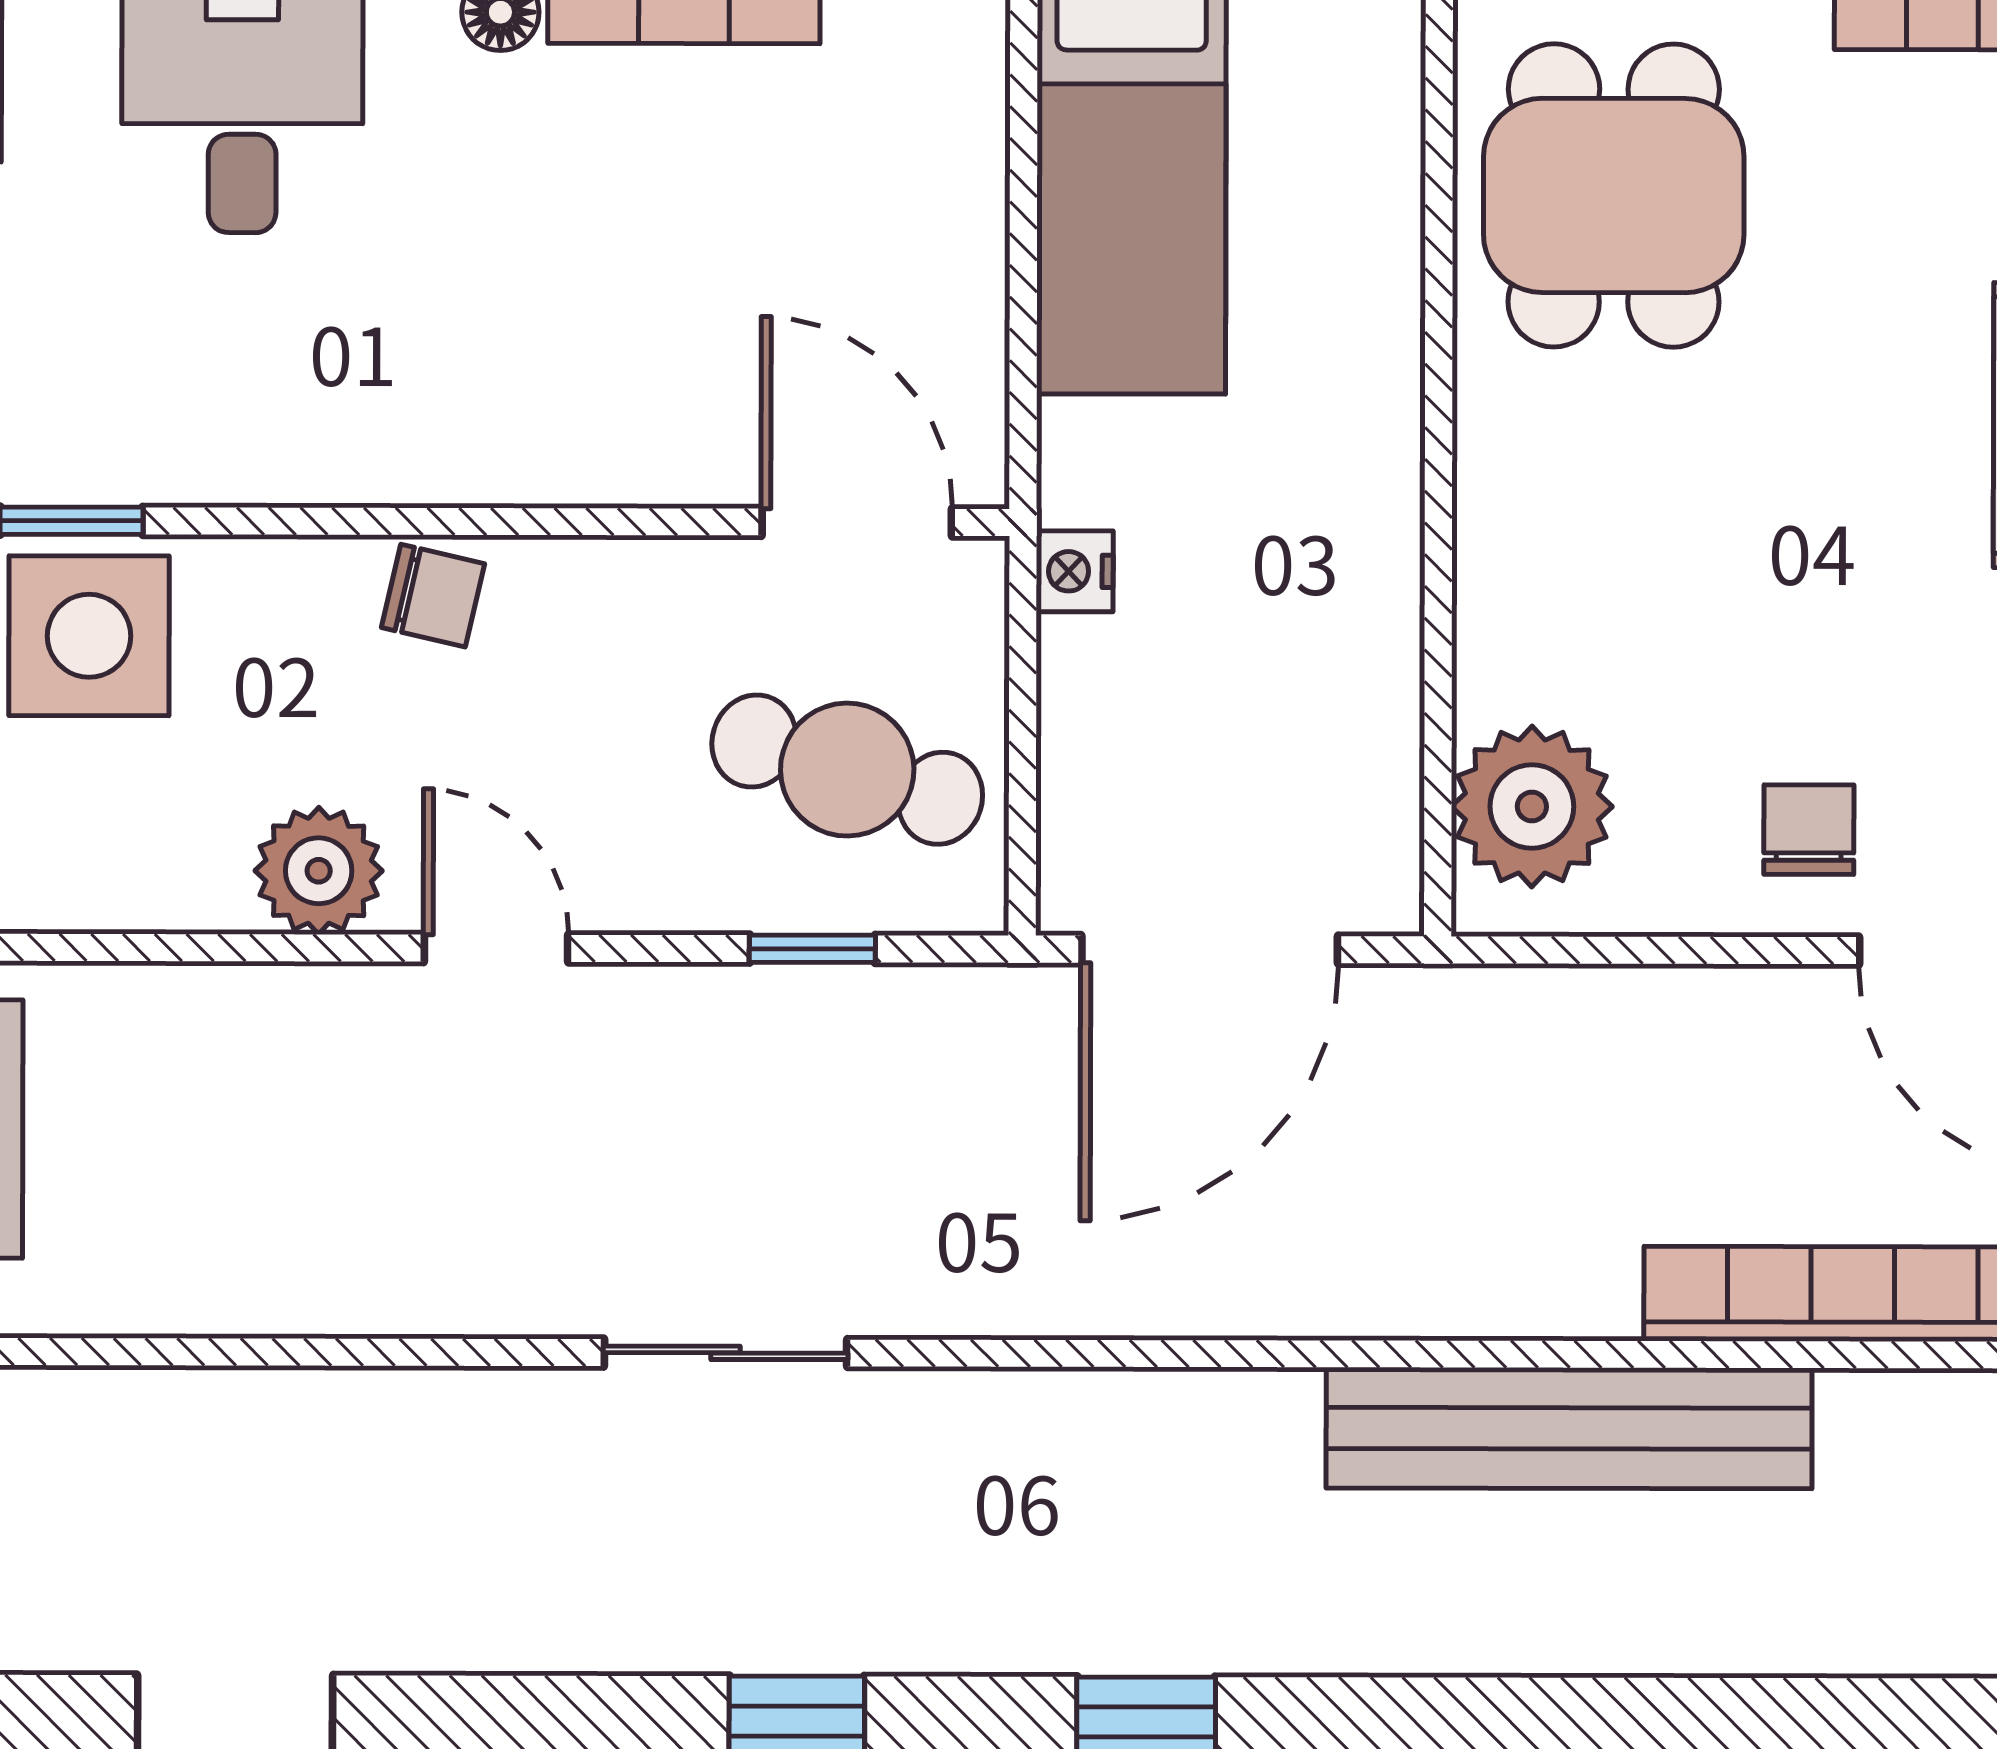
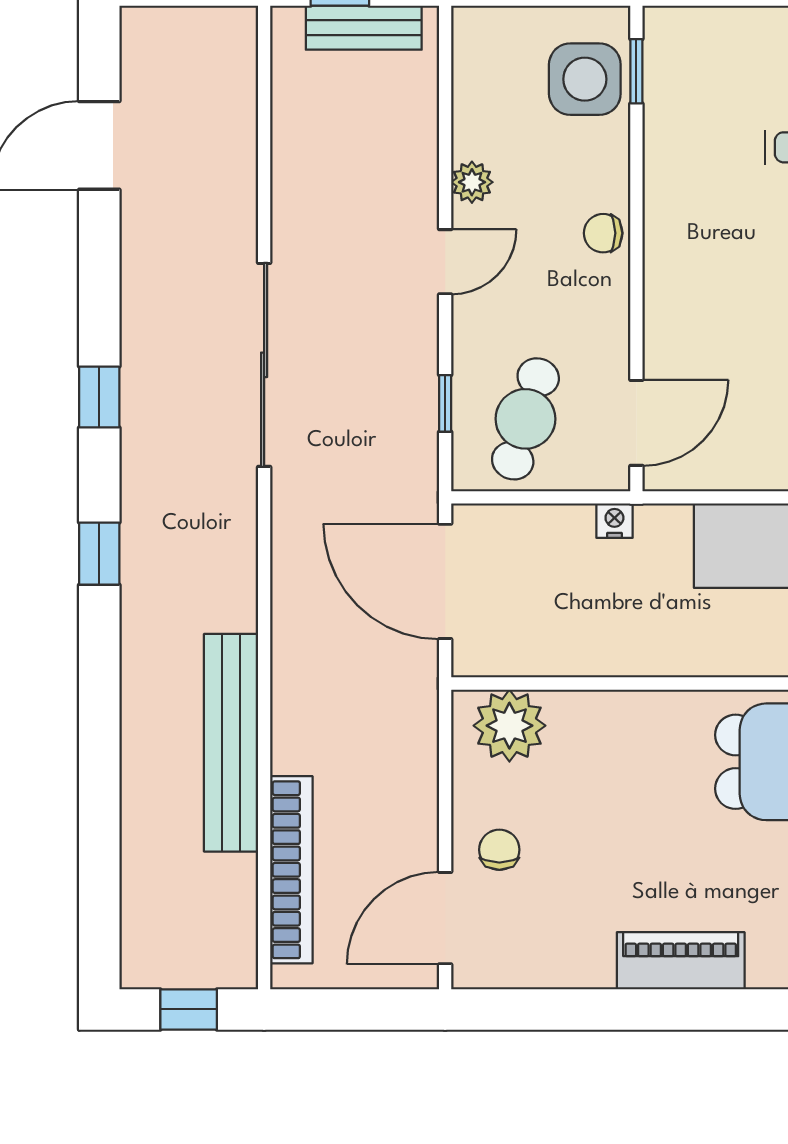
chair: (433, 596) -> (603, 233), turned 77
chair: (1809, 830) -> (499, 850), turned -90
plant: (319, 871) -> (472, 182), width x0.73, depth x0.73
sliding door: (726, 1353) -> (264, 365), width x1.86

